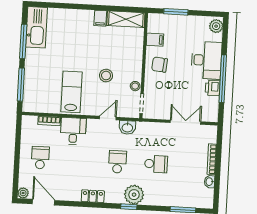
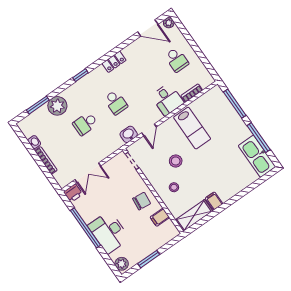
window: (176, 12) -> (149, 259), moved
stool: (135, 86) -> (174, 187), moved
printer: (213, 88) -> (73, 193), moved, turned 90
plant: (134, 195) -> (57, 106), moved

